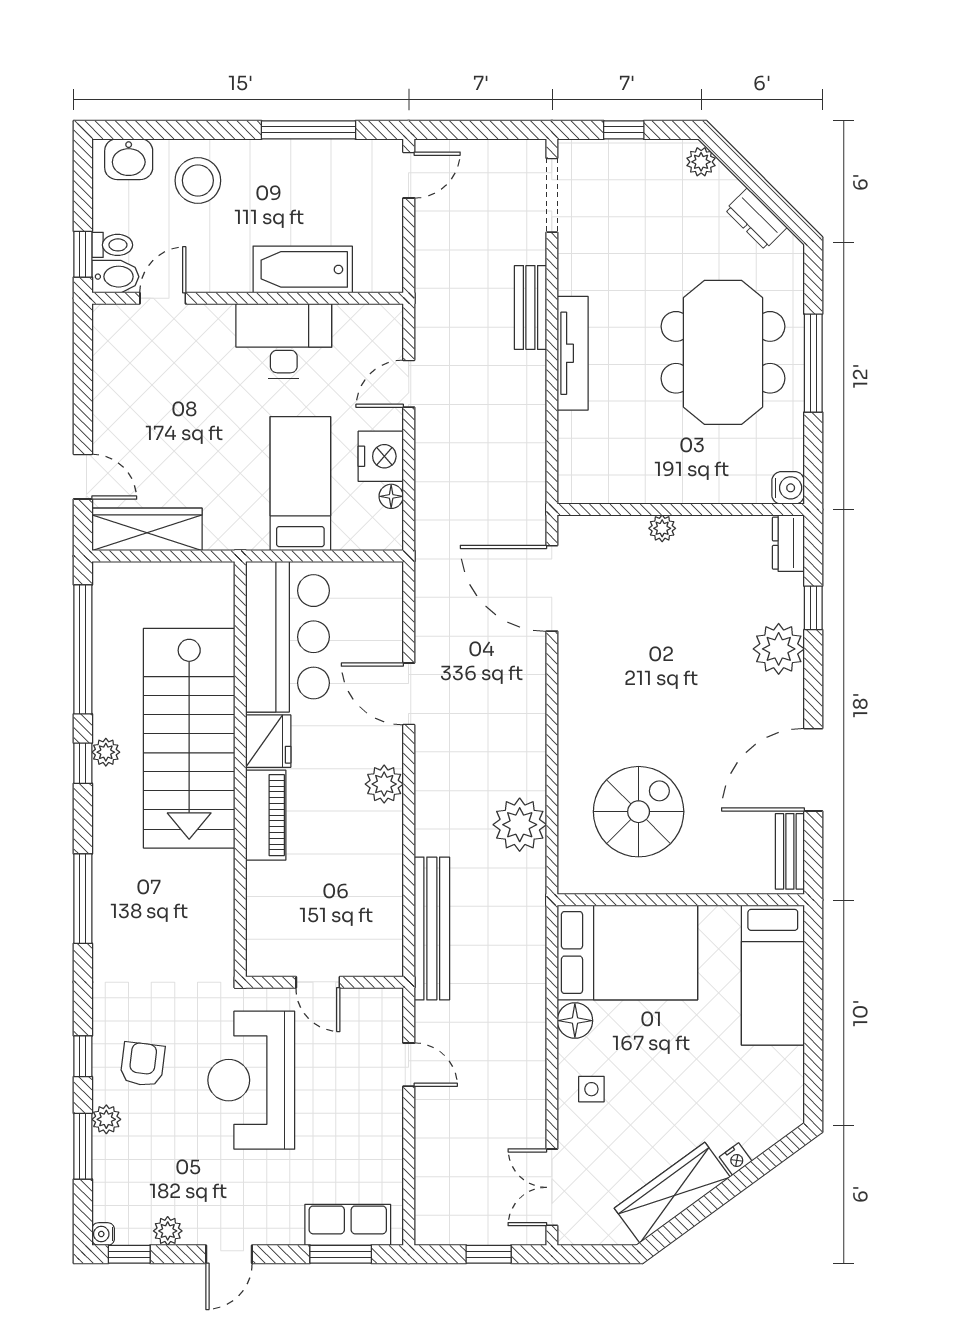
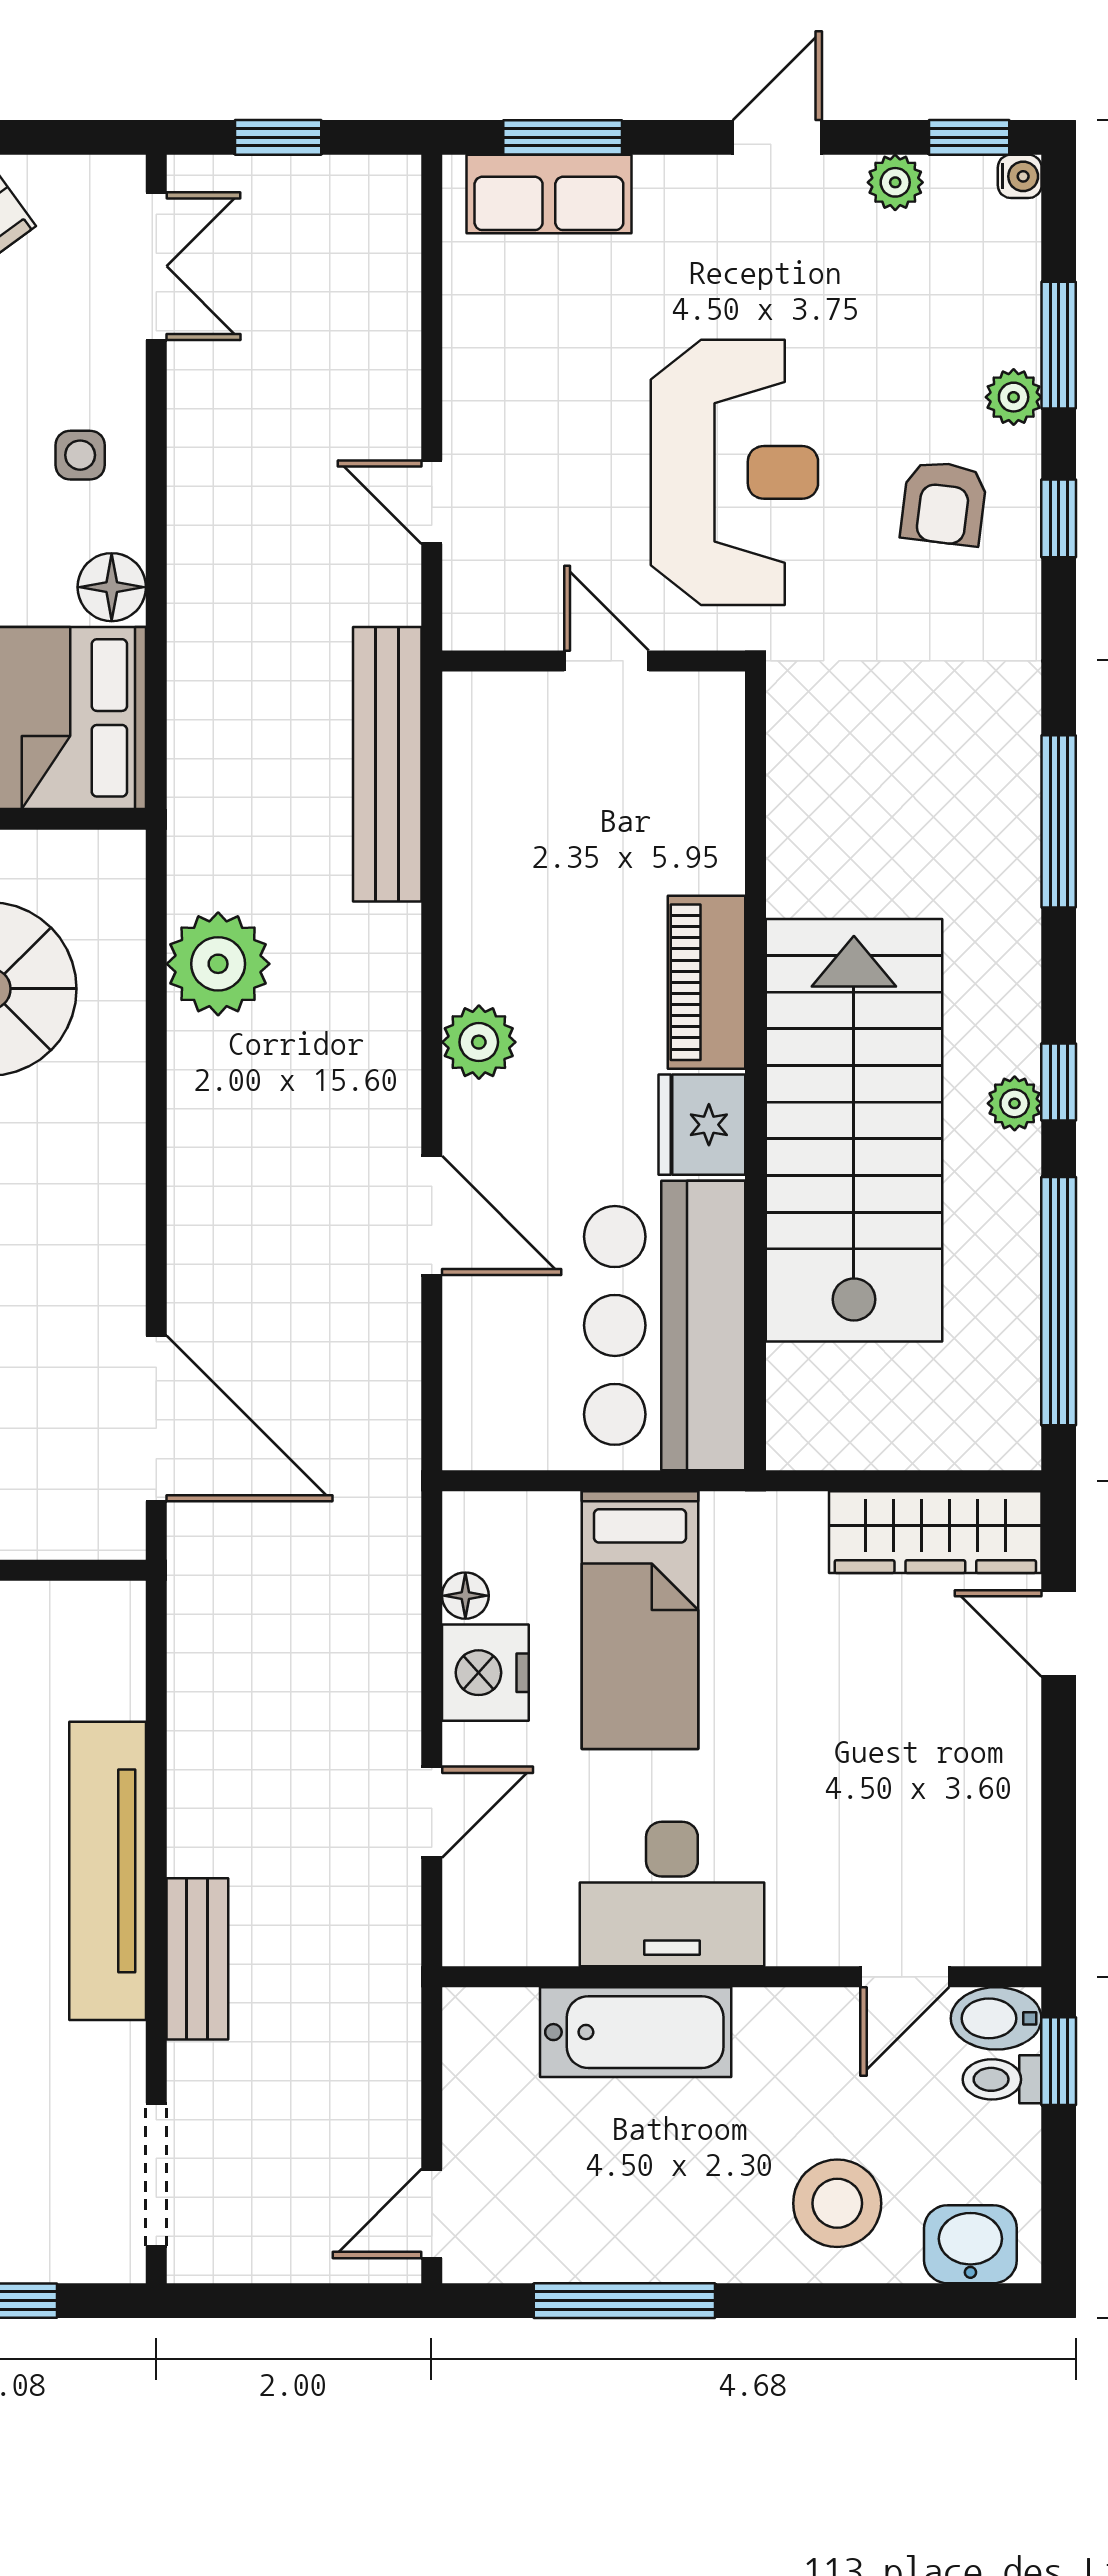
tv unit: (573, 353) -> (108, 1871), width x1.36, depth x1.29

